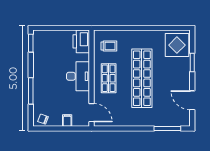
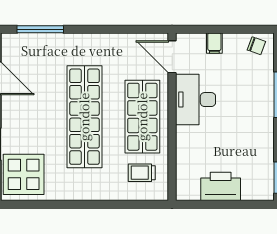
printer: (81, 41) -> (221, 186), moved, turned -90
desk: (78, 76) -> (196, 100), moved
shop shelf: (109, 78) -> (142, 117), width x1.43, depth x1.36

